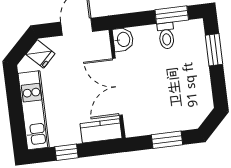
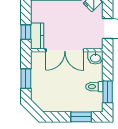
double door: (117, 87) -> (65, 50), swing flipped
window: (67, 152) -> (26, 32), moved

